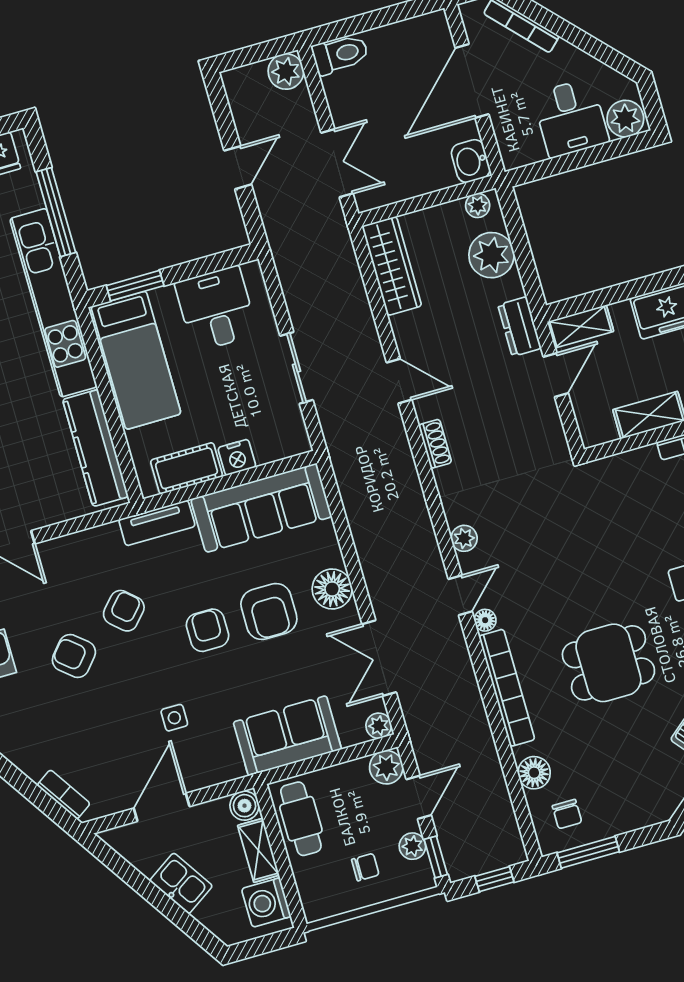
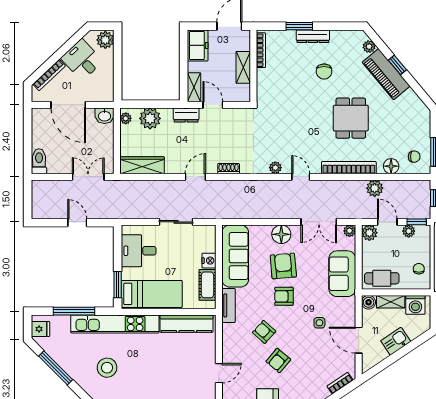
plant: (286, 71) -> (375, 188), moved
desk: (571, 118) -> (82, 60), moved, turned -133
armchair: (269, 611) -> (283, 266), turned -95
floor lamp: (485, 620) -> (315, 169), removed
chair: (365, 867) -> (419, 269), moved

